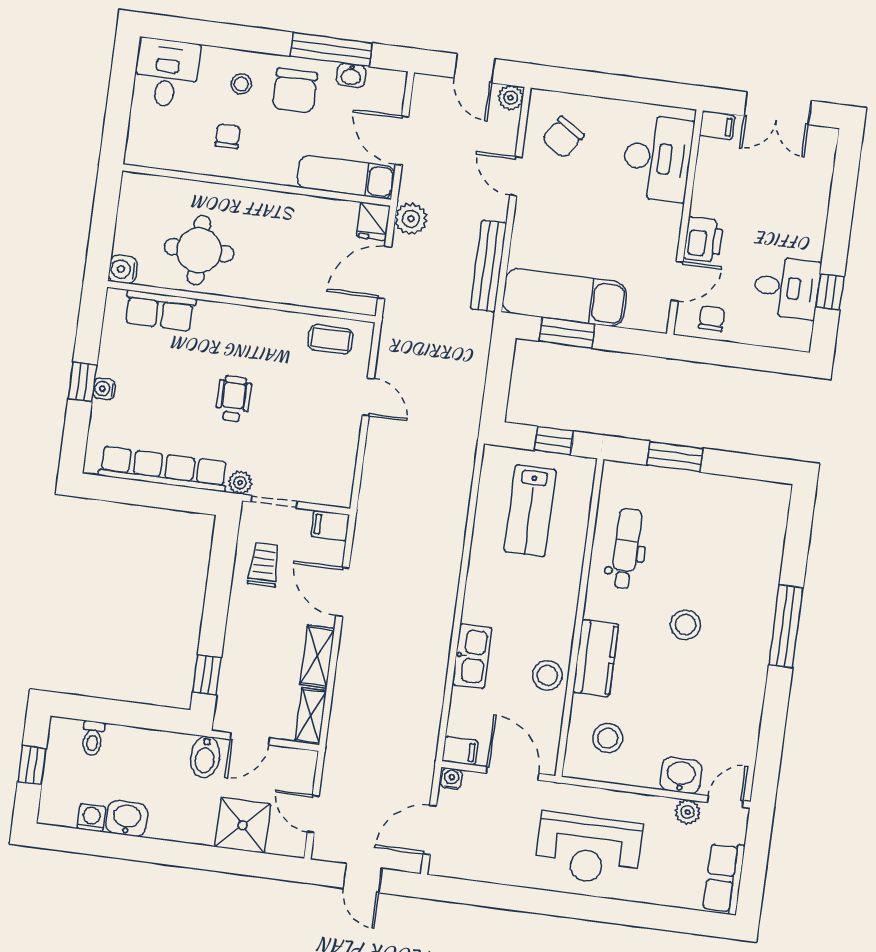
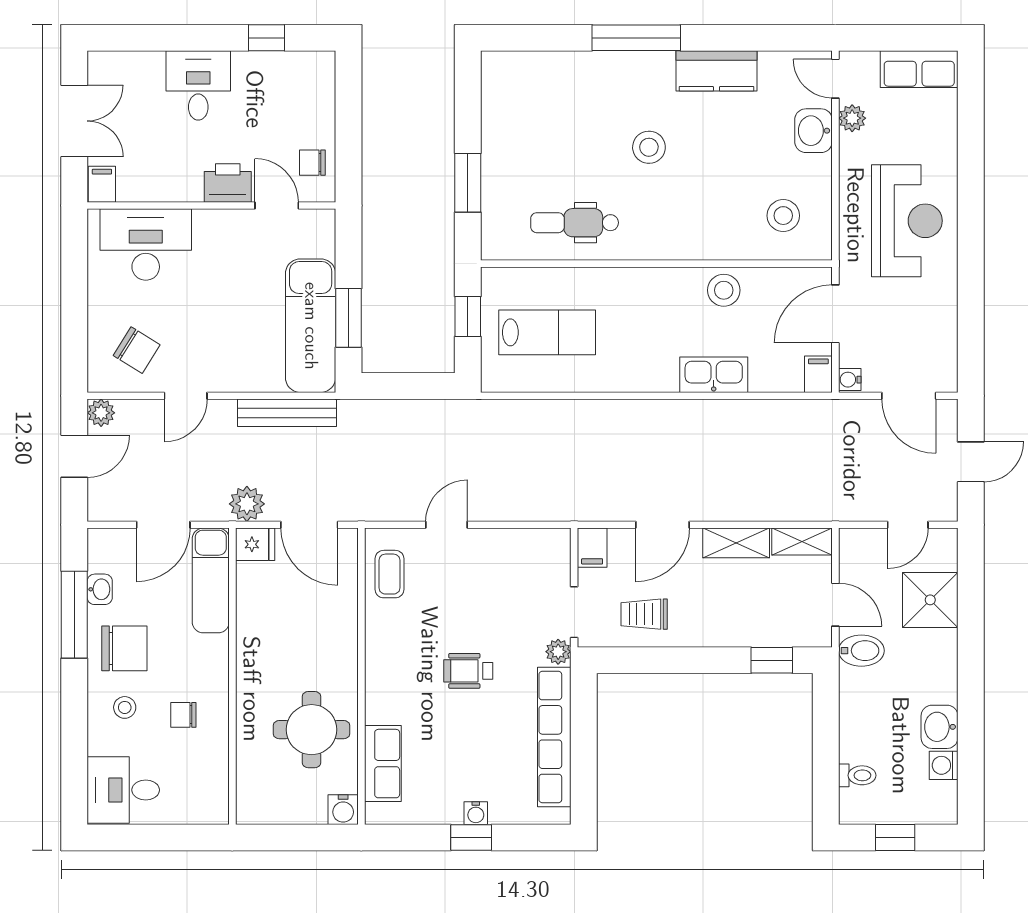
desk: (787, 288) -> (198, 85), moved
kitchen counter: (596, 658) -> (716, 71), moved, turned 180

